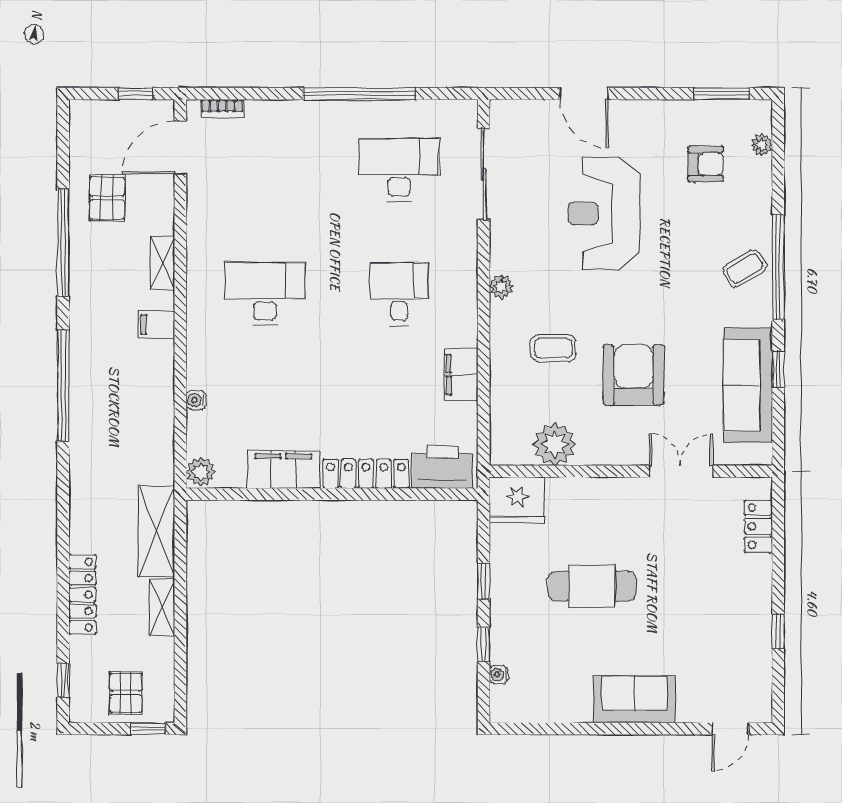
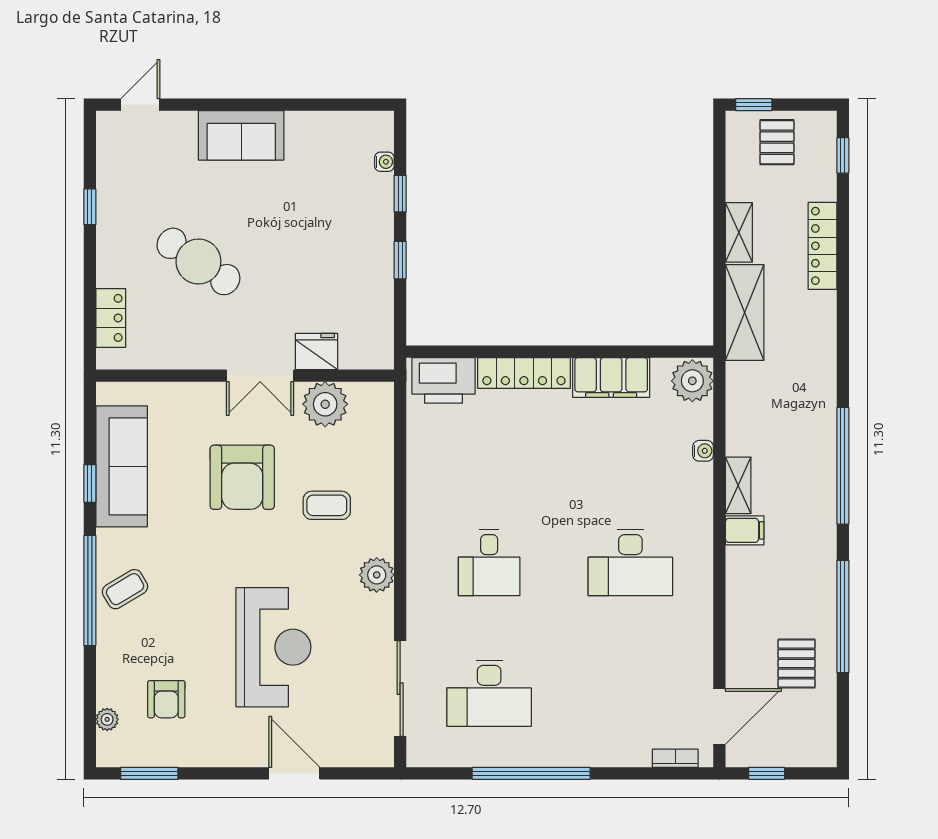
armchair: (706, 164) -> (166, 699), turned -90
shelving: (163, 263) -> (738, 485), moved
plant: (501, 287) -> (377, 575), width x1.38, depth x1.38
filing cabinet: (461, 375) -> (424, 478), removed
double door: (681, 471) -> (260, 376), moved
plant: (201, 472) -> (692, 381), width x1.36, depth x1.36
fridge: (517, 500) -> (317, 351), moved, width x0.73, depth x0.75
cafe table: (592, 586) -> (198, 261), moved, turned 34

